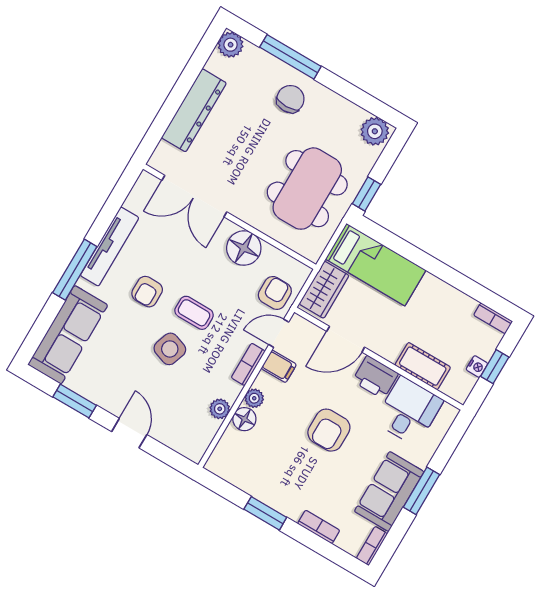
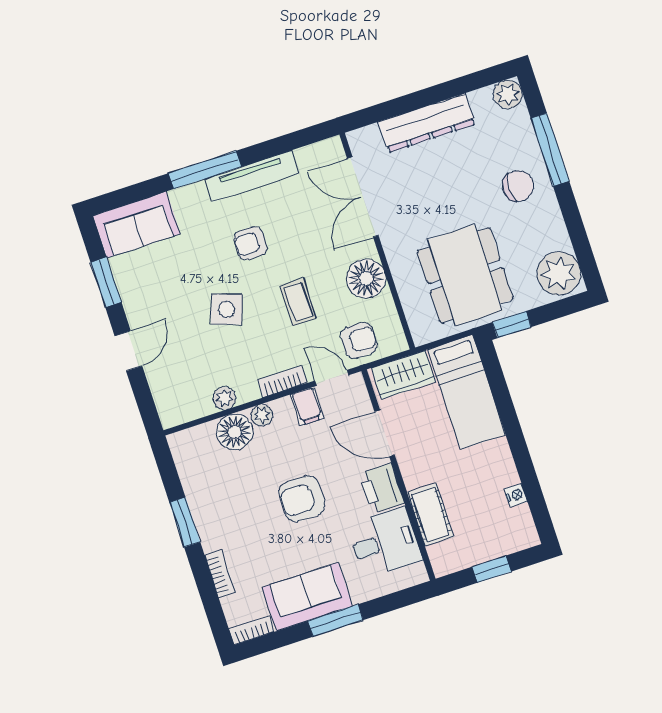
plant: (375, 131) -> (559, 273), width x1.36, depth x1.36
dining table: (307, 189) -> (465, 275), turned 90
coffee table: (194, 313) -> (298, 302), moved
bookcase: (493, 318) -> (527, 526), removed
sofa: (68, 335) -> (137, 225), width x0.73
nightstand: (477, 367) -> (516, 495), moved, turned -90
floor lamp: (244, 419) -> (235, 432), width x1.38, depth x1.38

